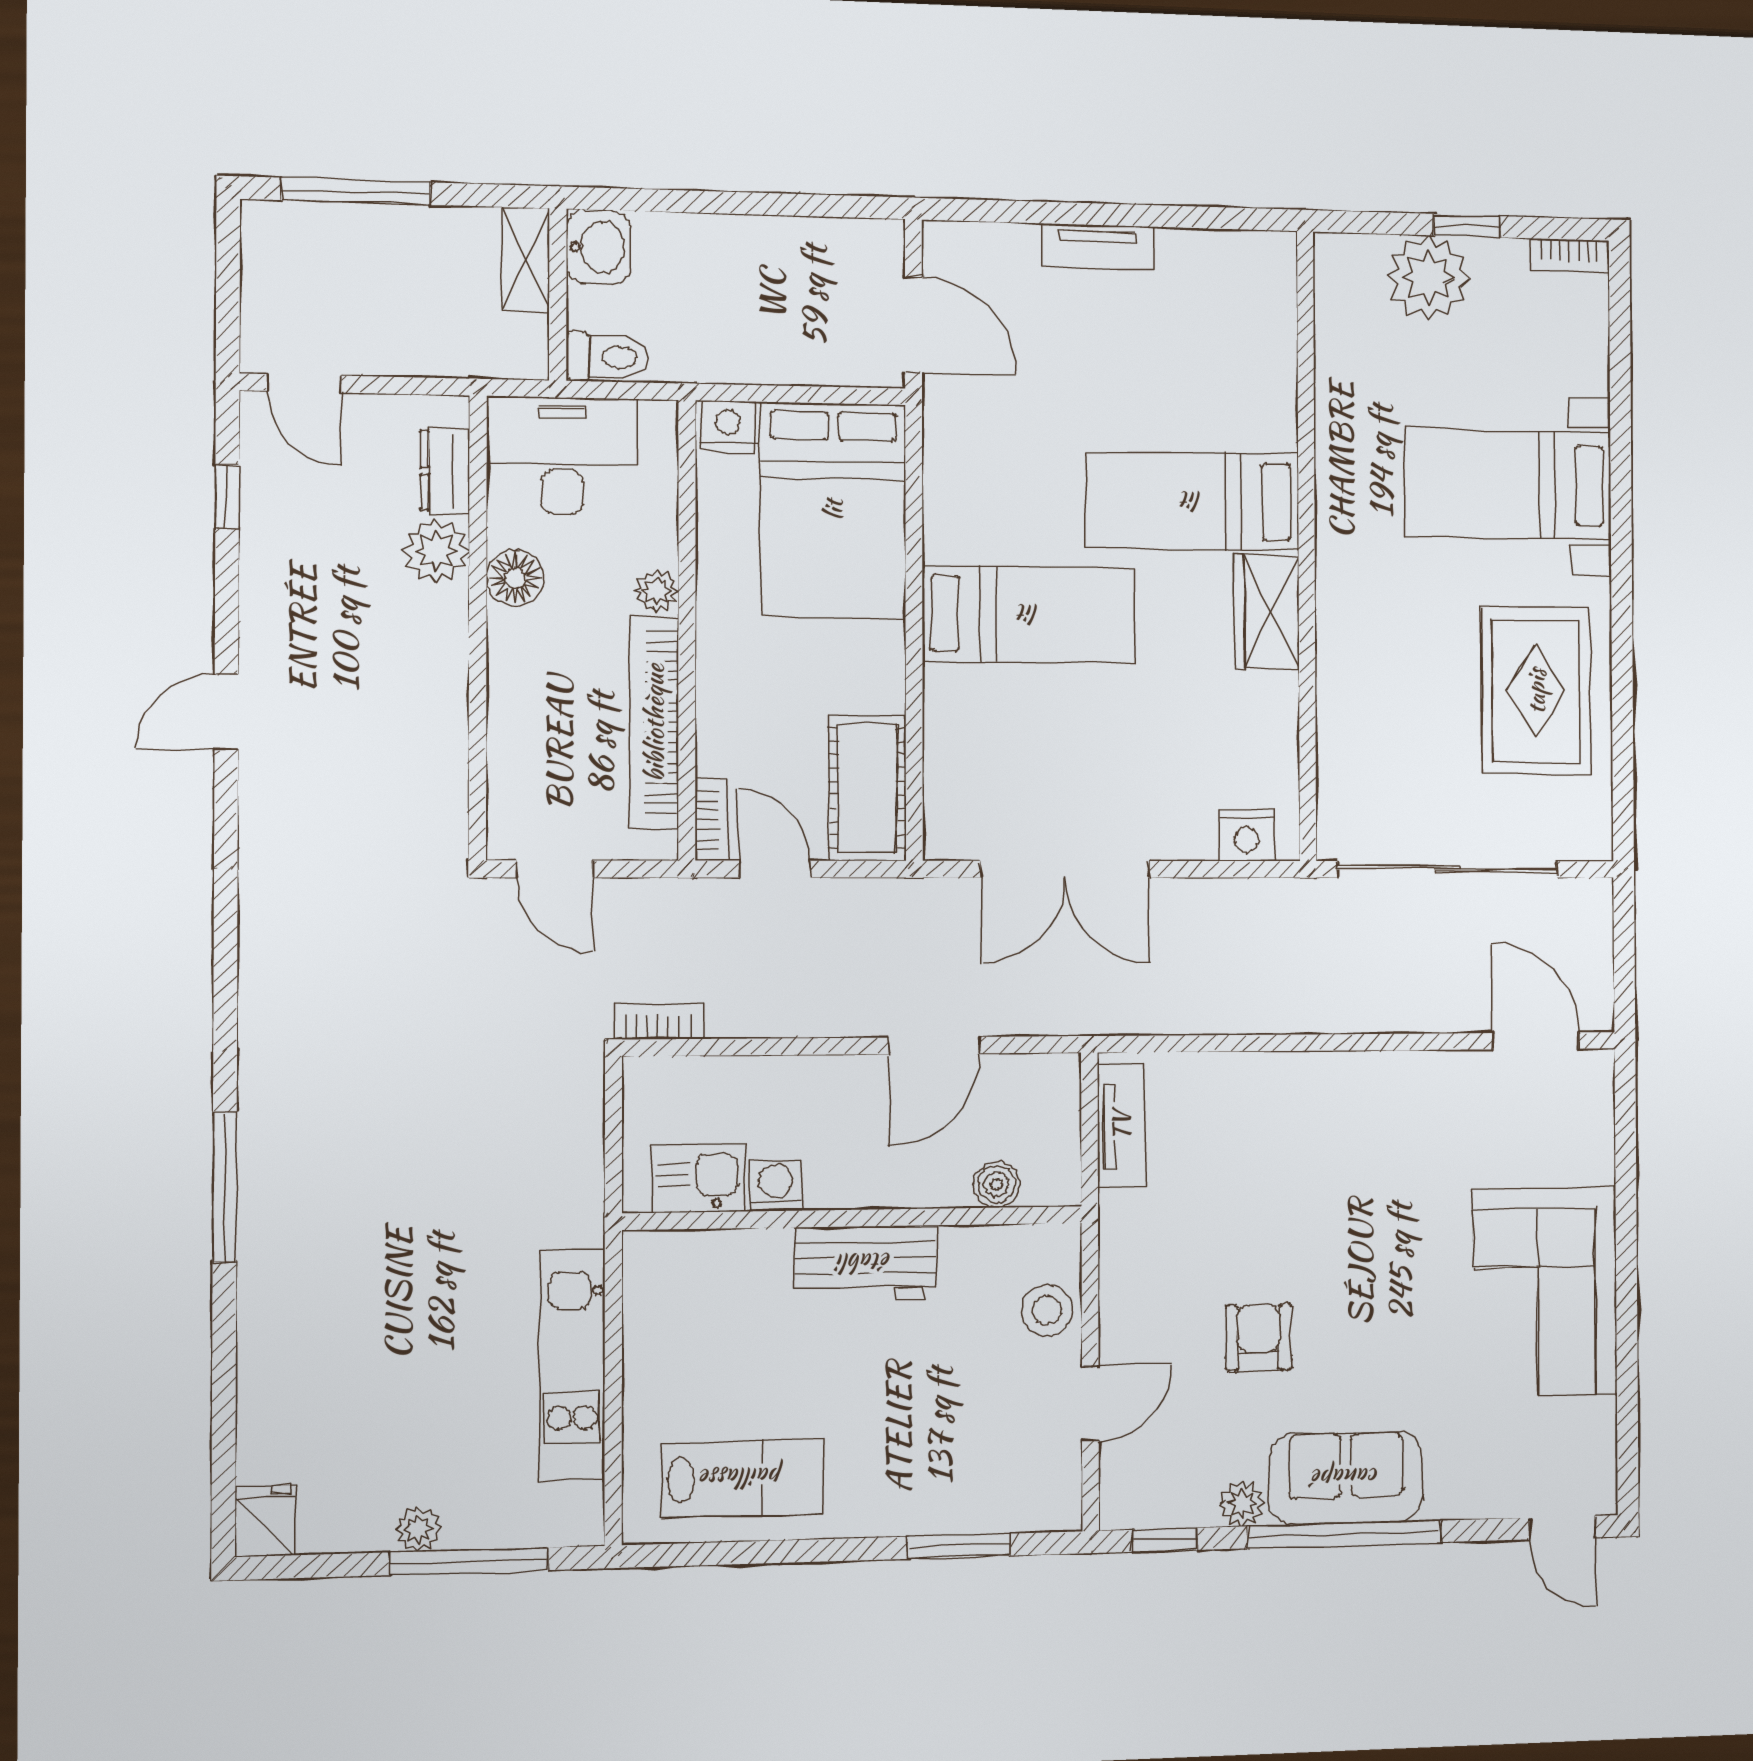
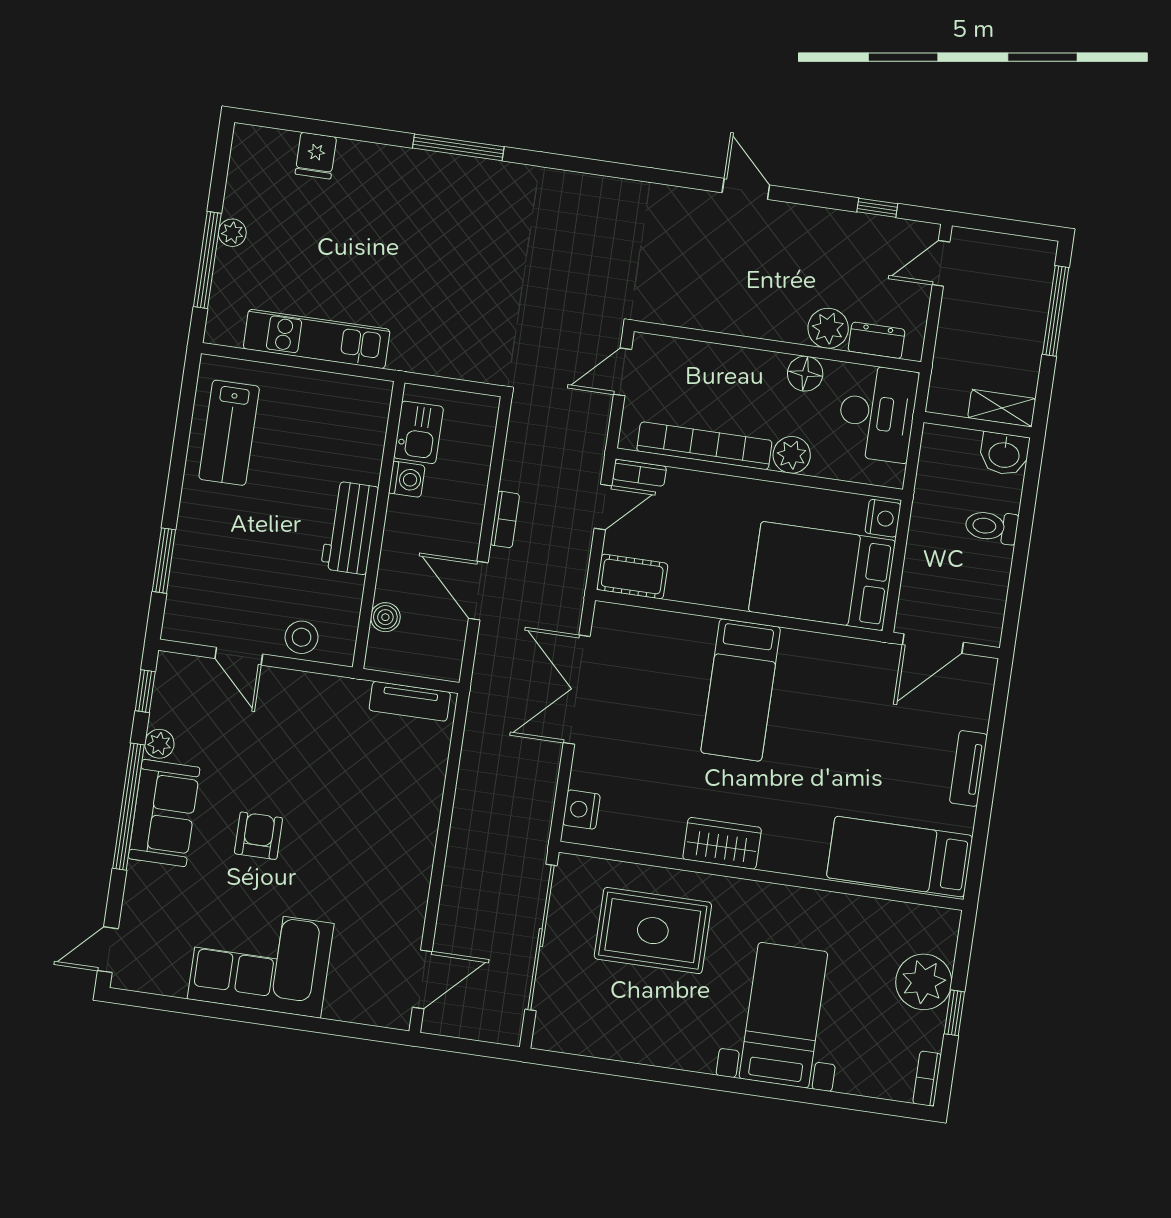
toilet: (608, 357) -> (992, 527), moved, turned 90
bed: (1192, 501) -> (900, 857), moved, turned -90
plant: (657, 591) -> (792, 455), width x1.38, depth x1.38
rug: (1536, 691) -> (653, 931), moved
cot: (867, 788) -> (632, 577), width x0.73, depth x0.75
bookcase: (658, 1022) -> (505, 519), moved
armchair: (1258, 1338) -> (258, 836), moved, turned -90
fridge: (265, 1521) -> (316, 156), moved, turned 90

